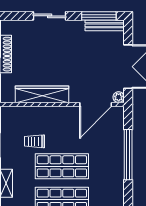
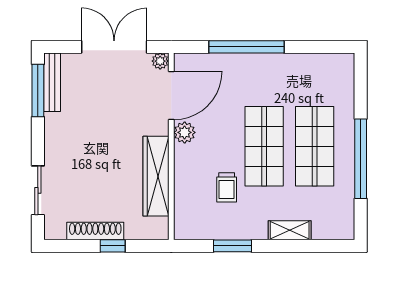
sliding door: (50, 16) -> (38, 190), moved
door: (96, 105) -> (171, 96), hinge flipped
plant: (71, 113) -> (185, 132), added

